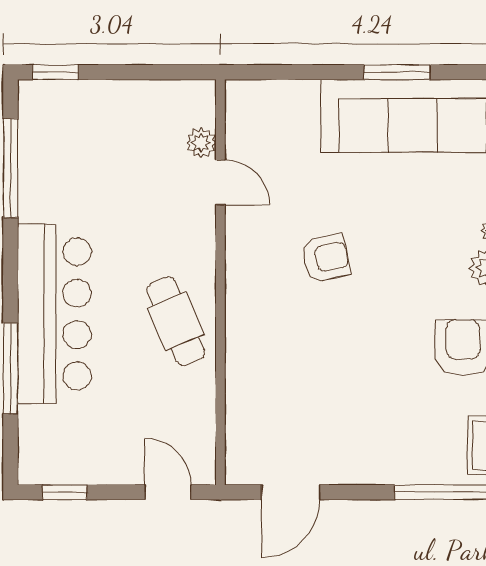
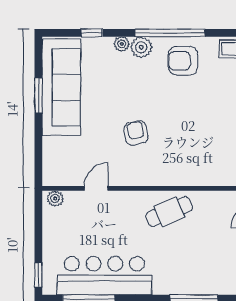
plant: (201, 143) -> (55, 198), moved
bar counter: (54, 314) -> (104, 276), moved

